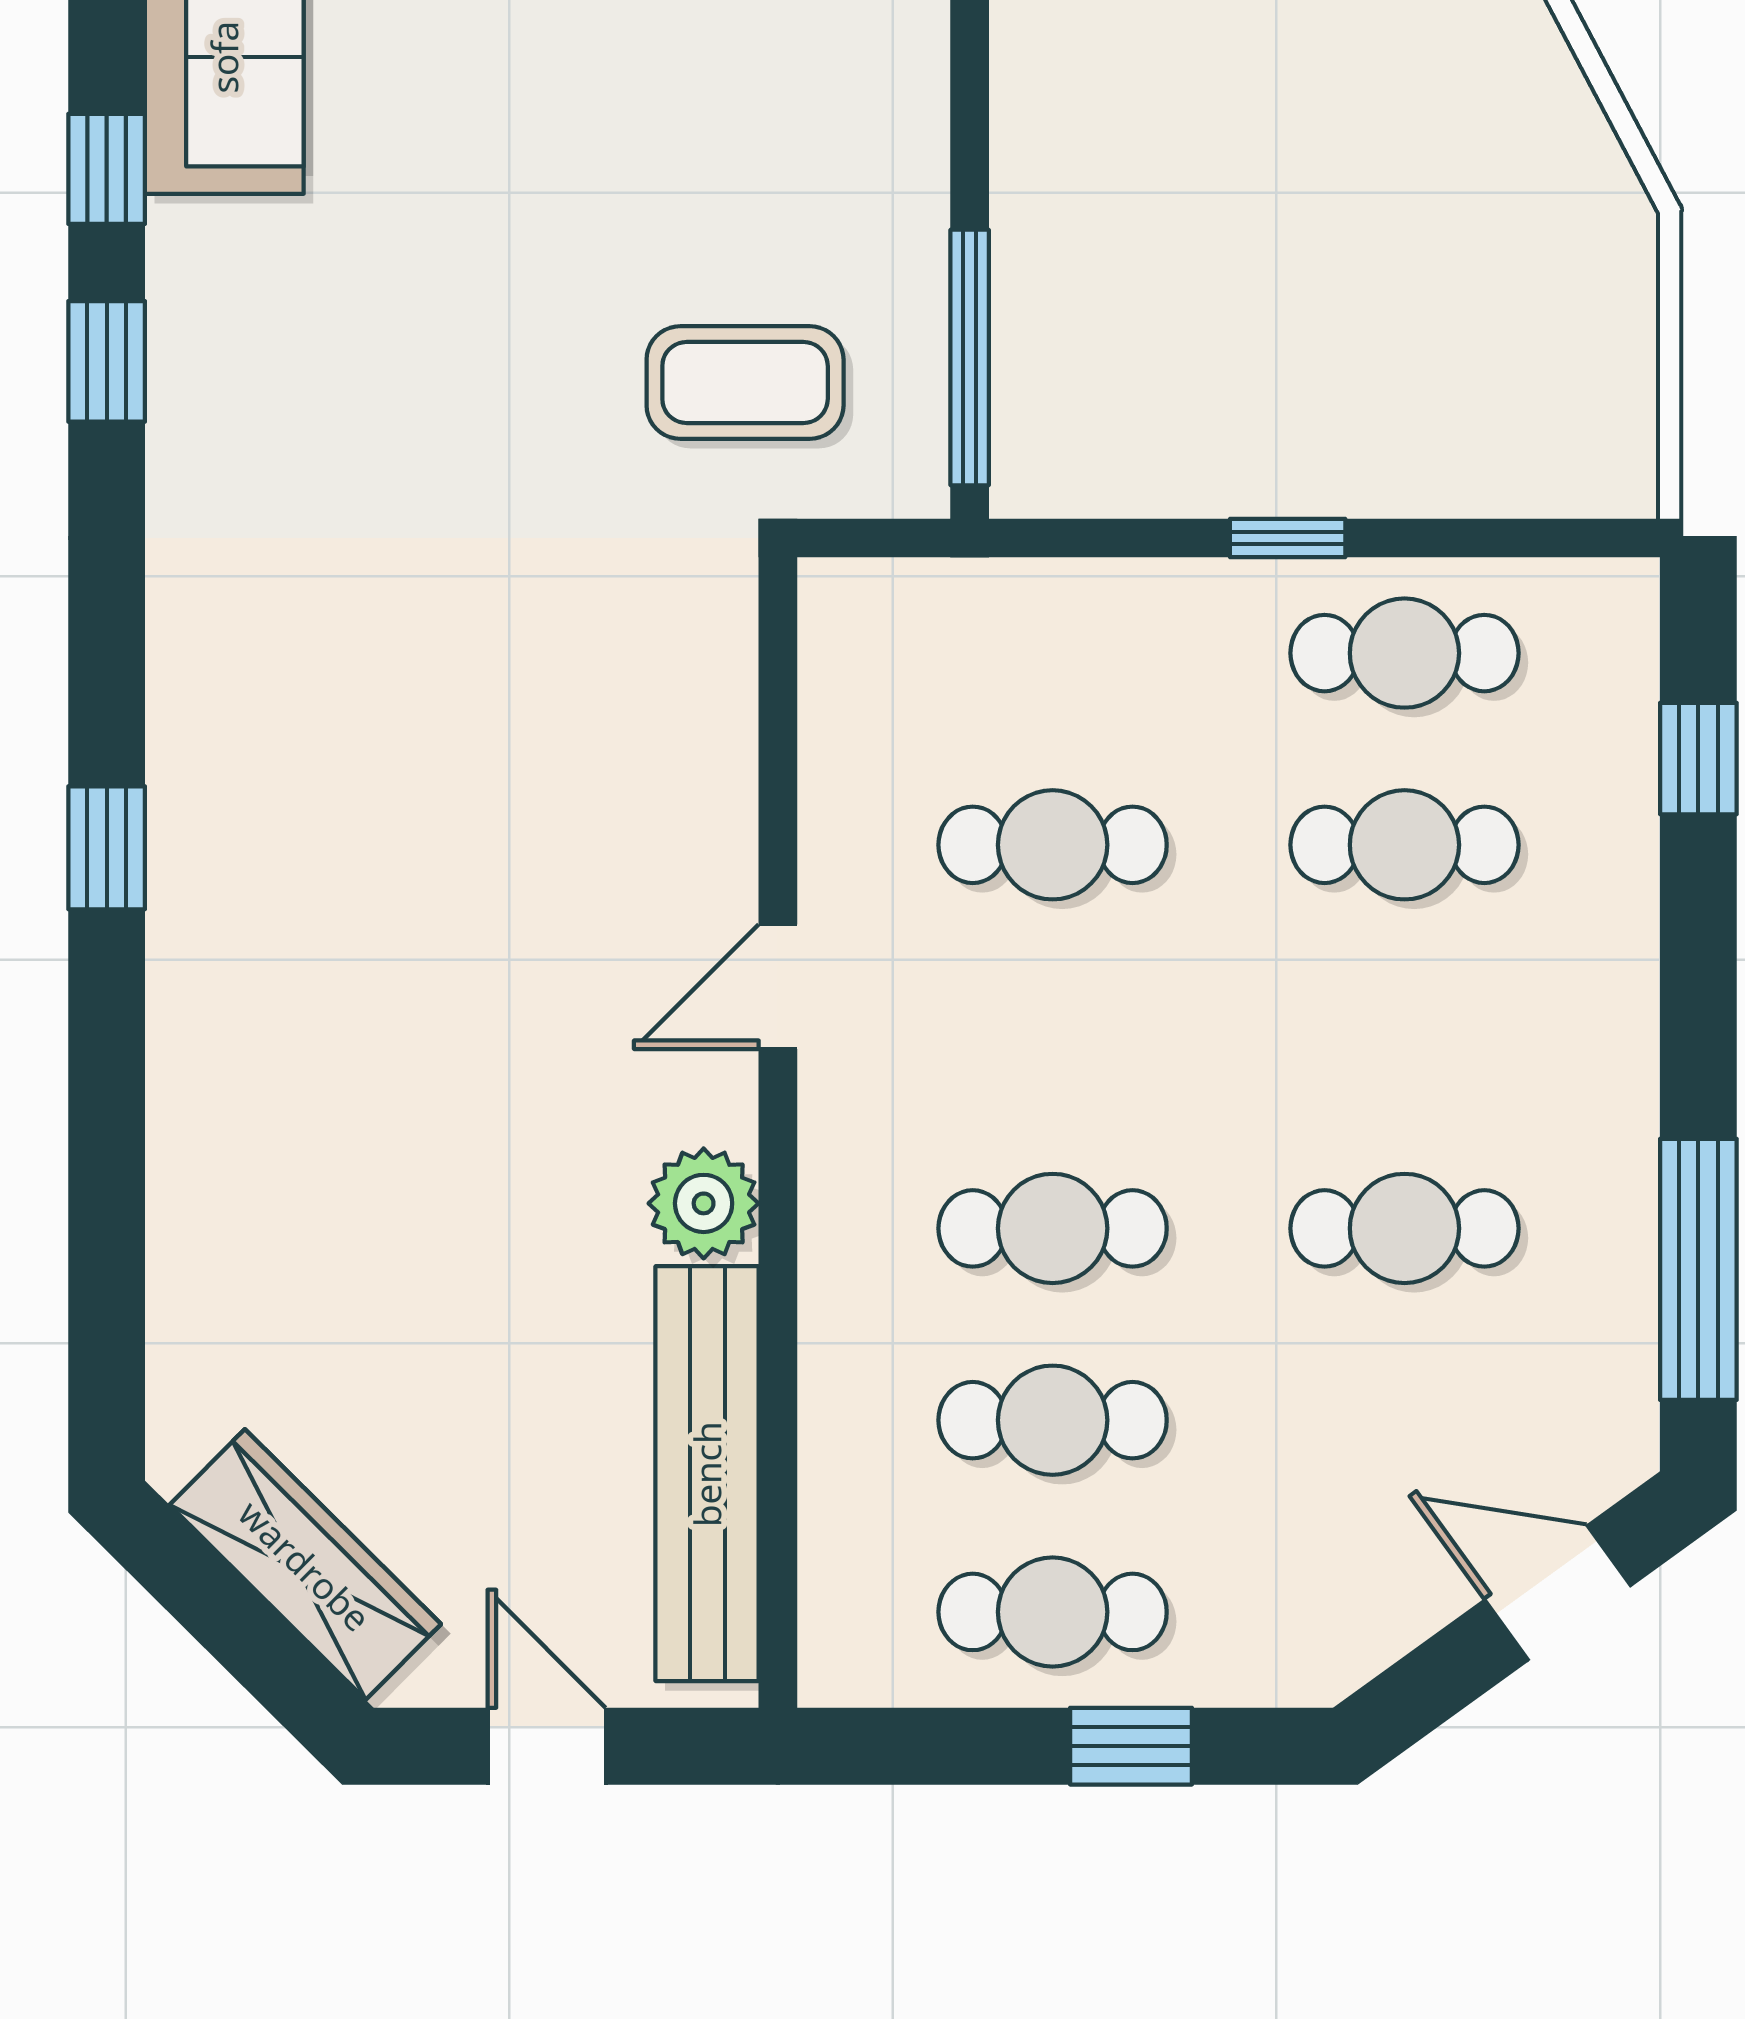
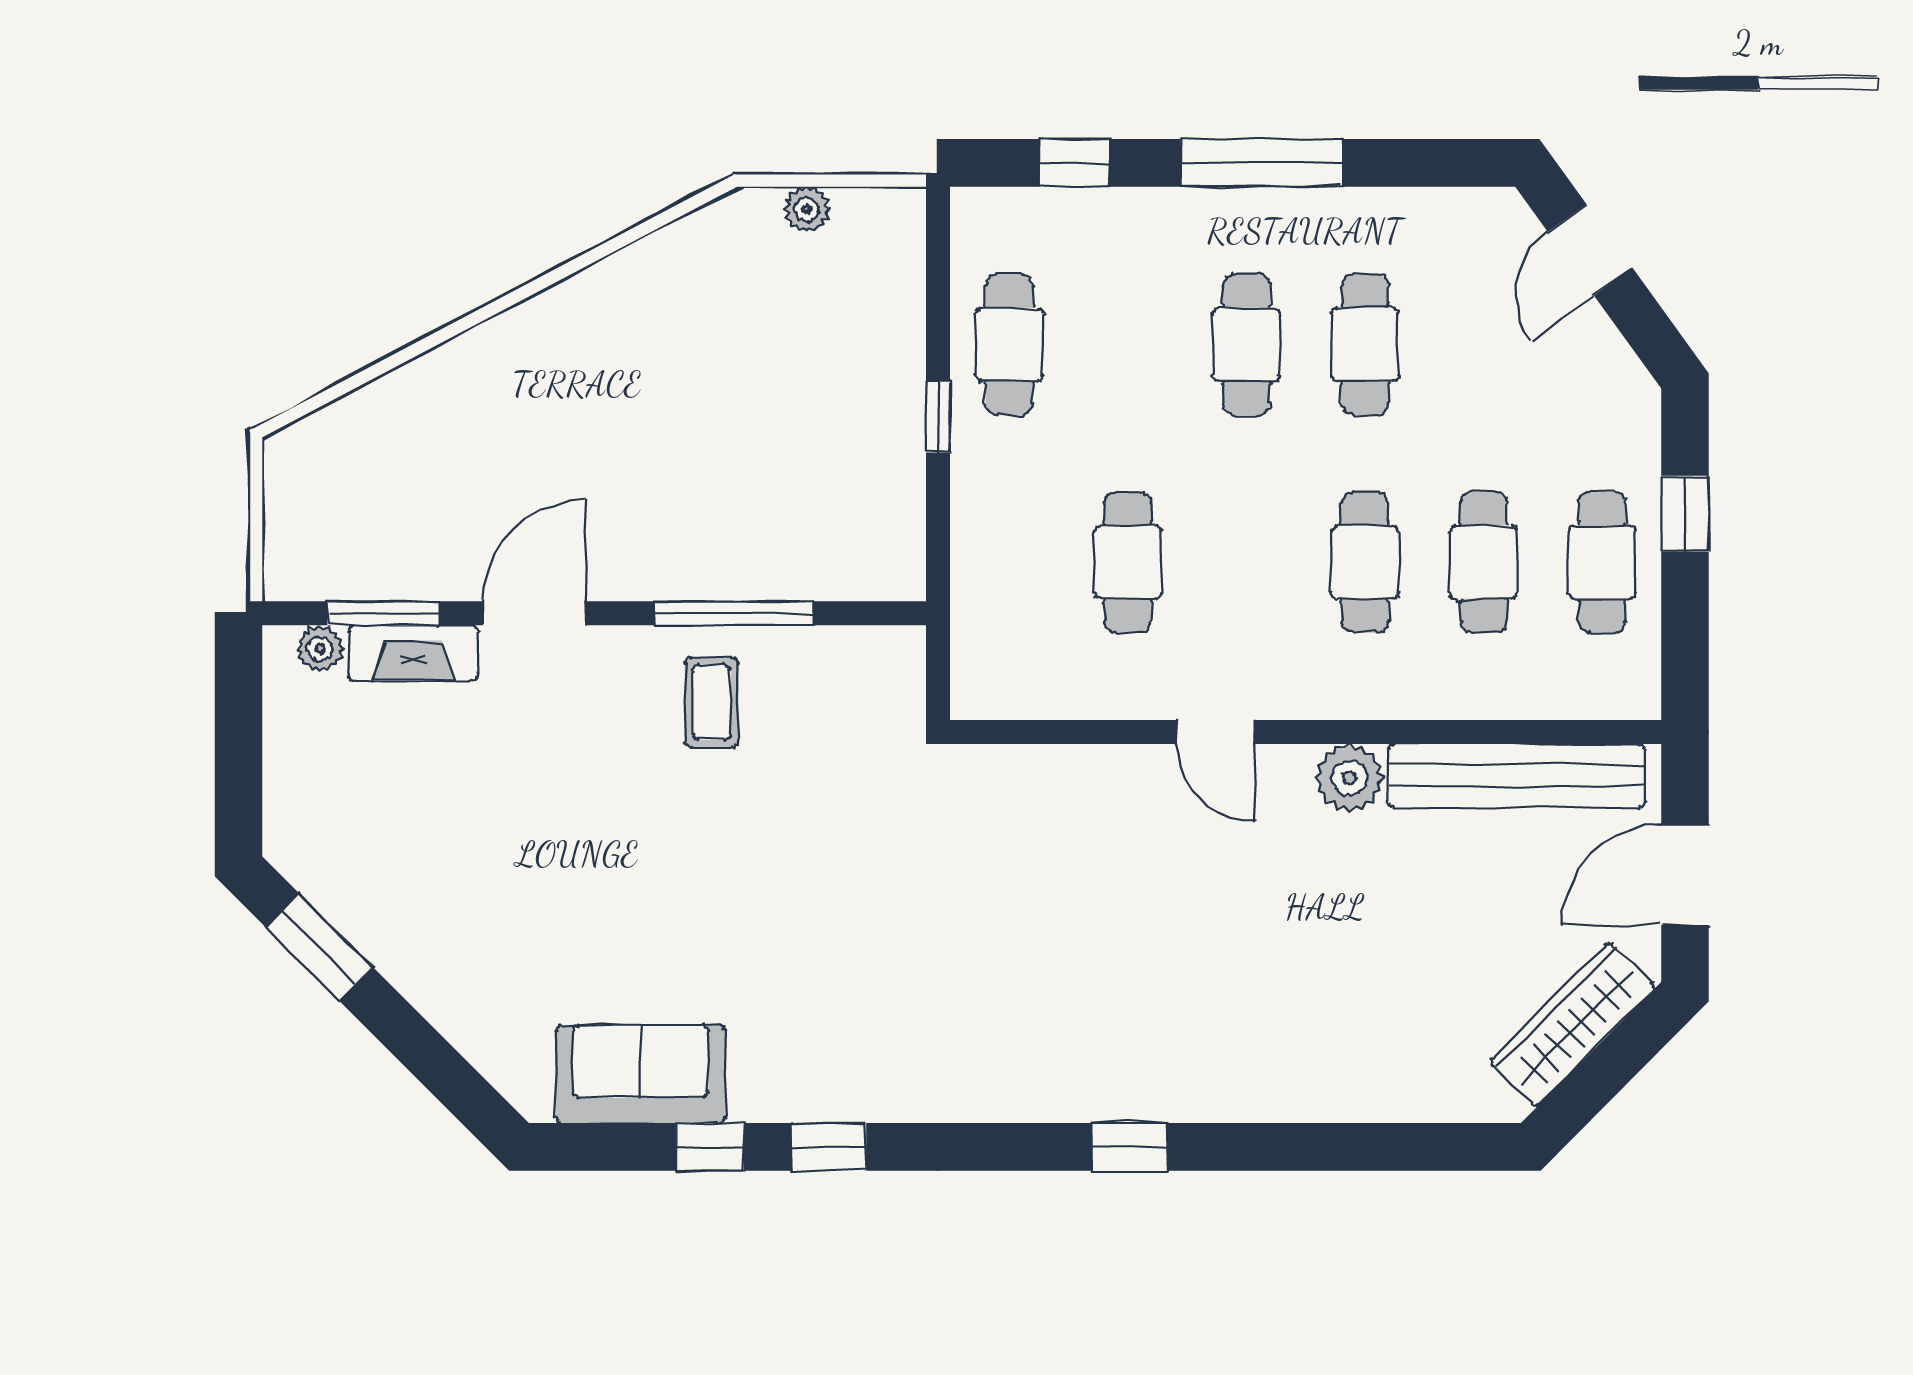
plant: (1623, 326) -> (807, 209), added
window: (970, 357) -> (734, 613), moved
coffee table: (745, 382) -> (712, 702), moved, width x0.73, depth x0.77
cafe table: (1404, 845) -> (1246, 345), moved
window: (1698, 1269) -> (1261, 163), moved
door: (547, 1746) -> (1685, 875), width x1.38

